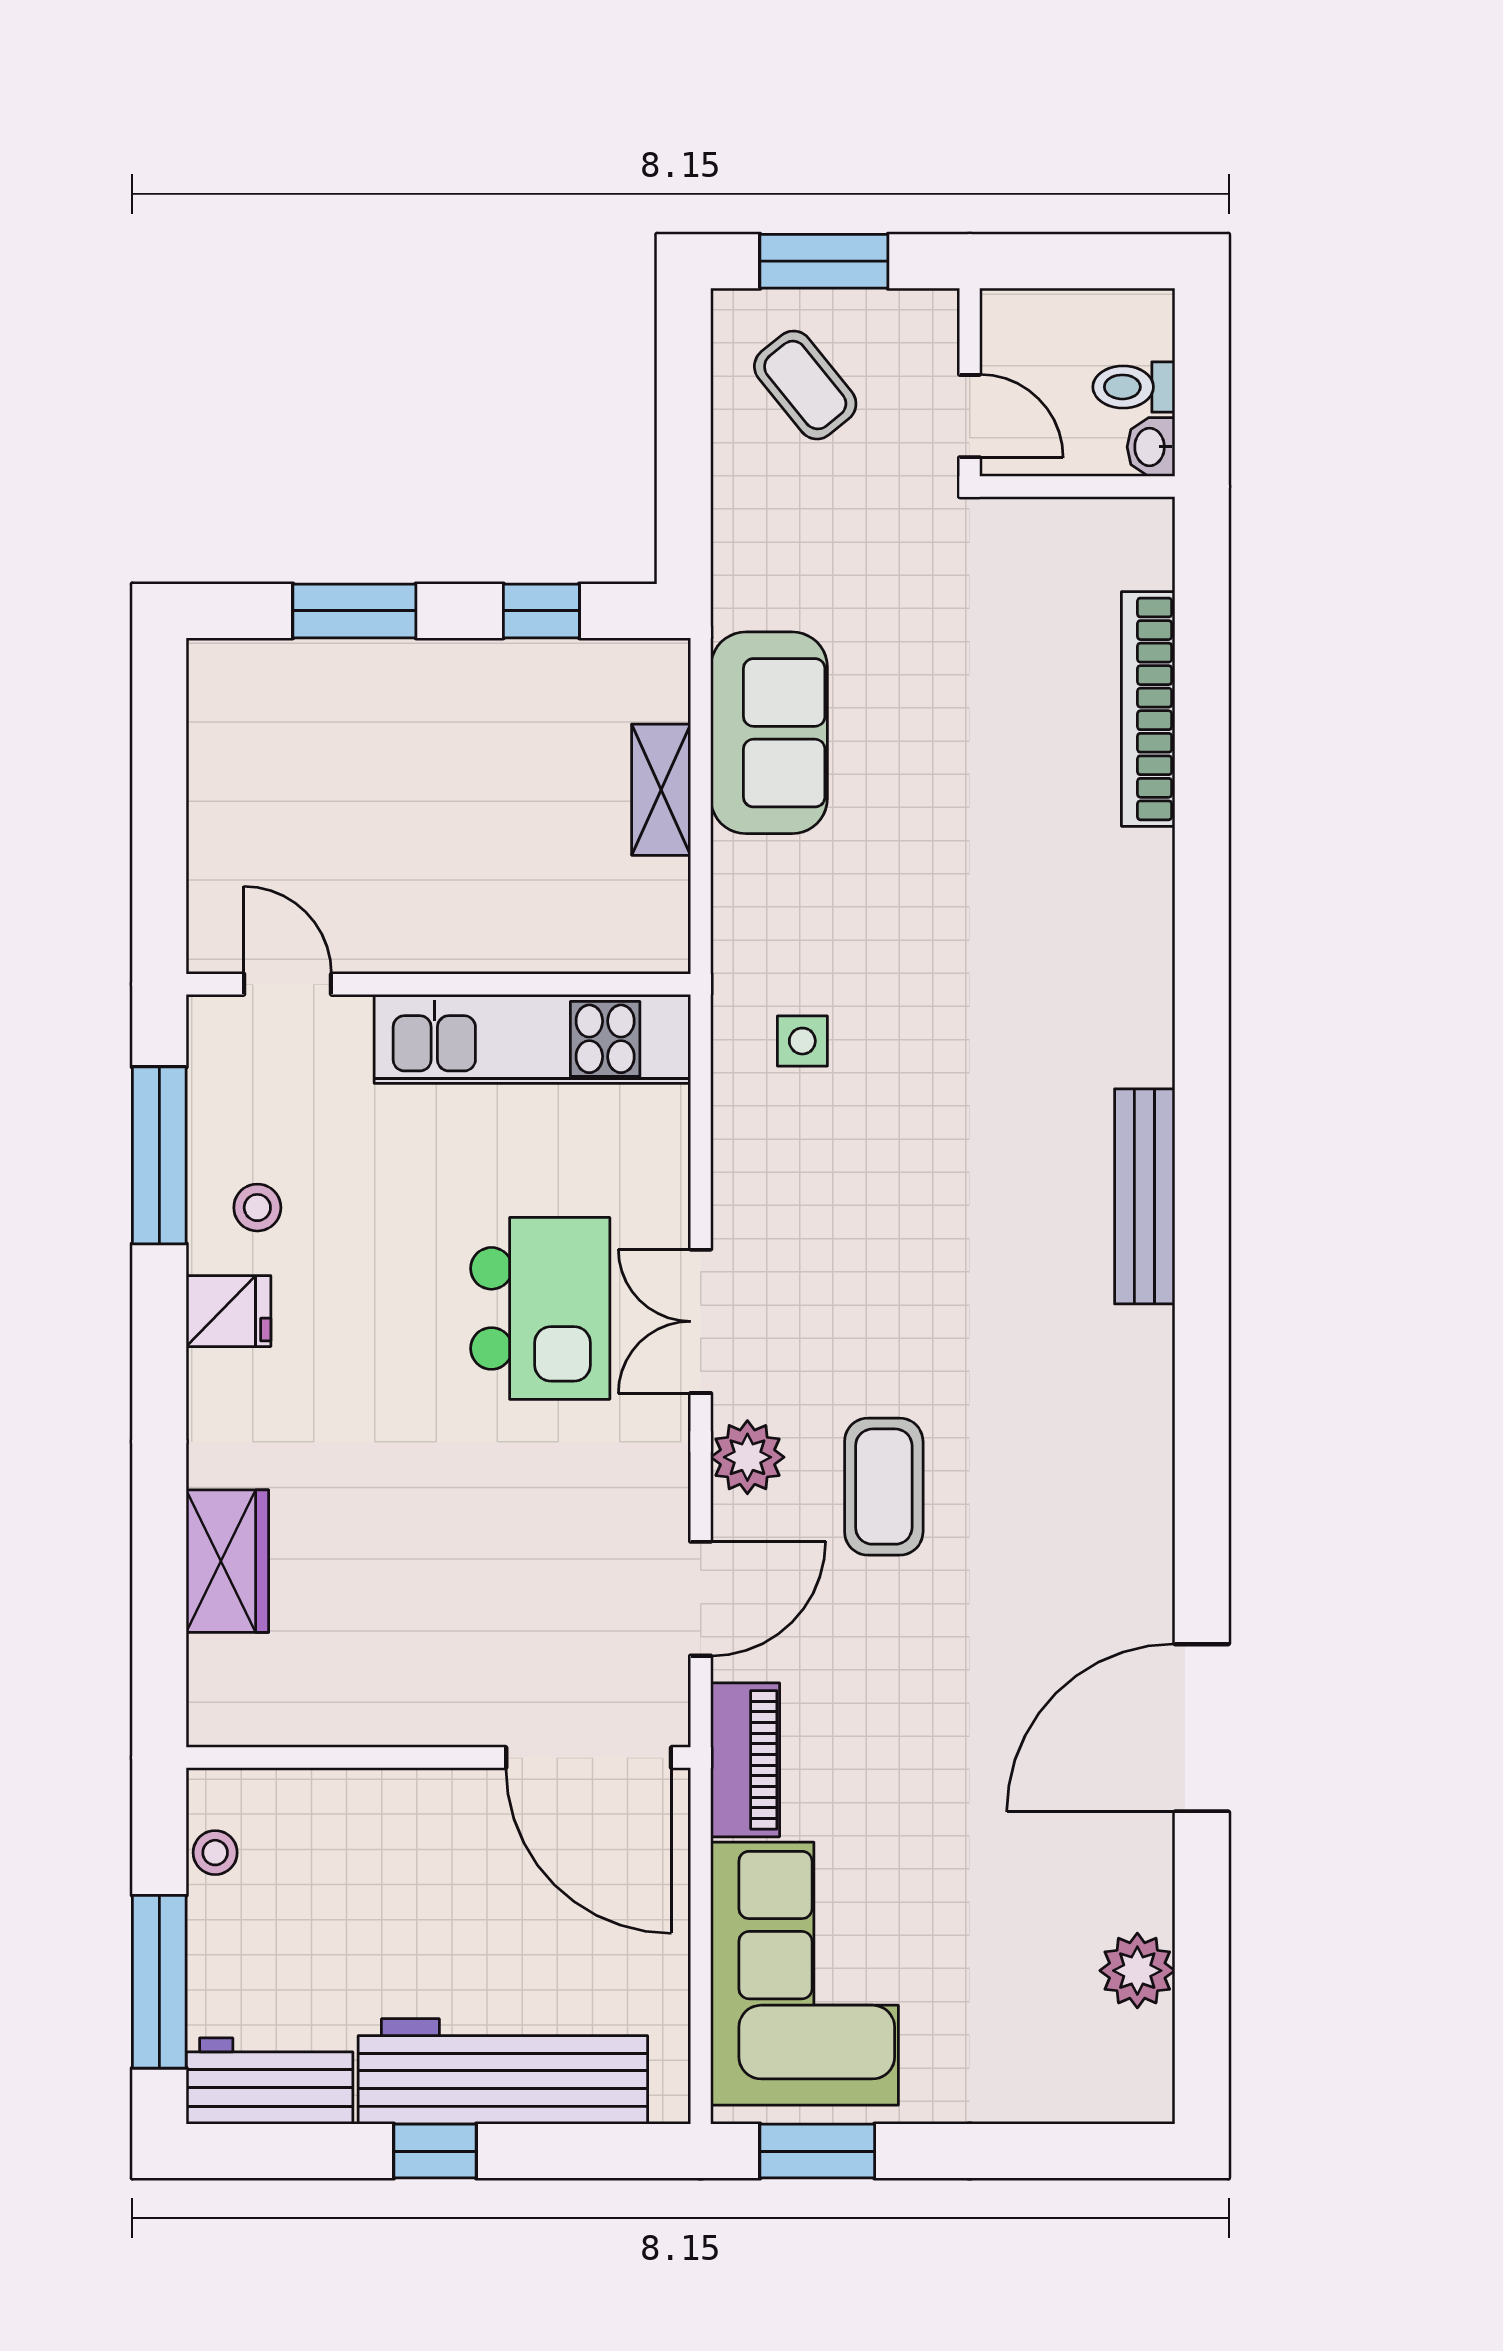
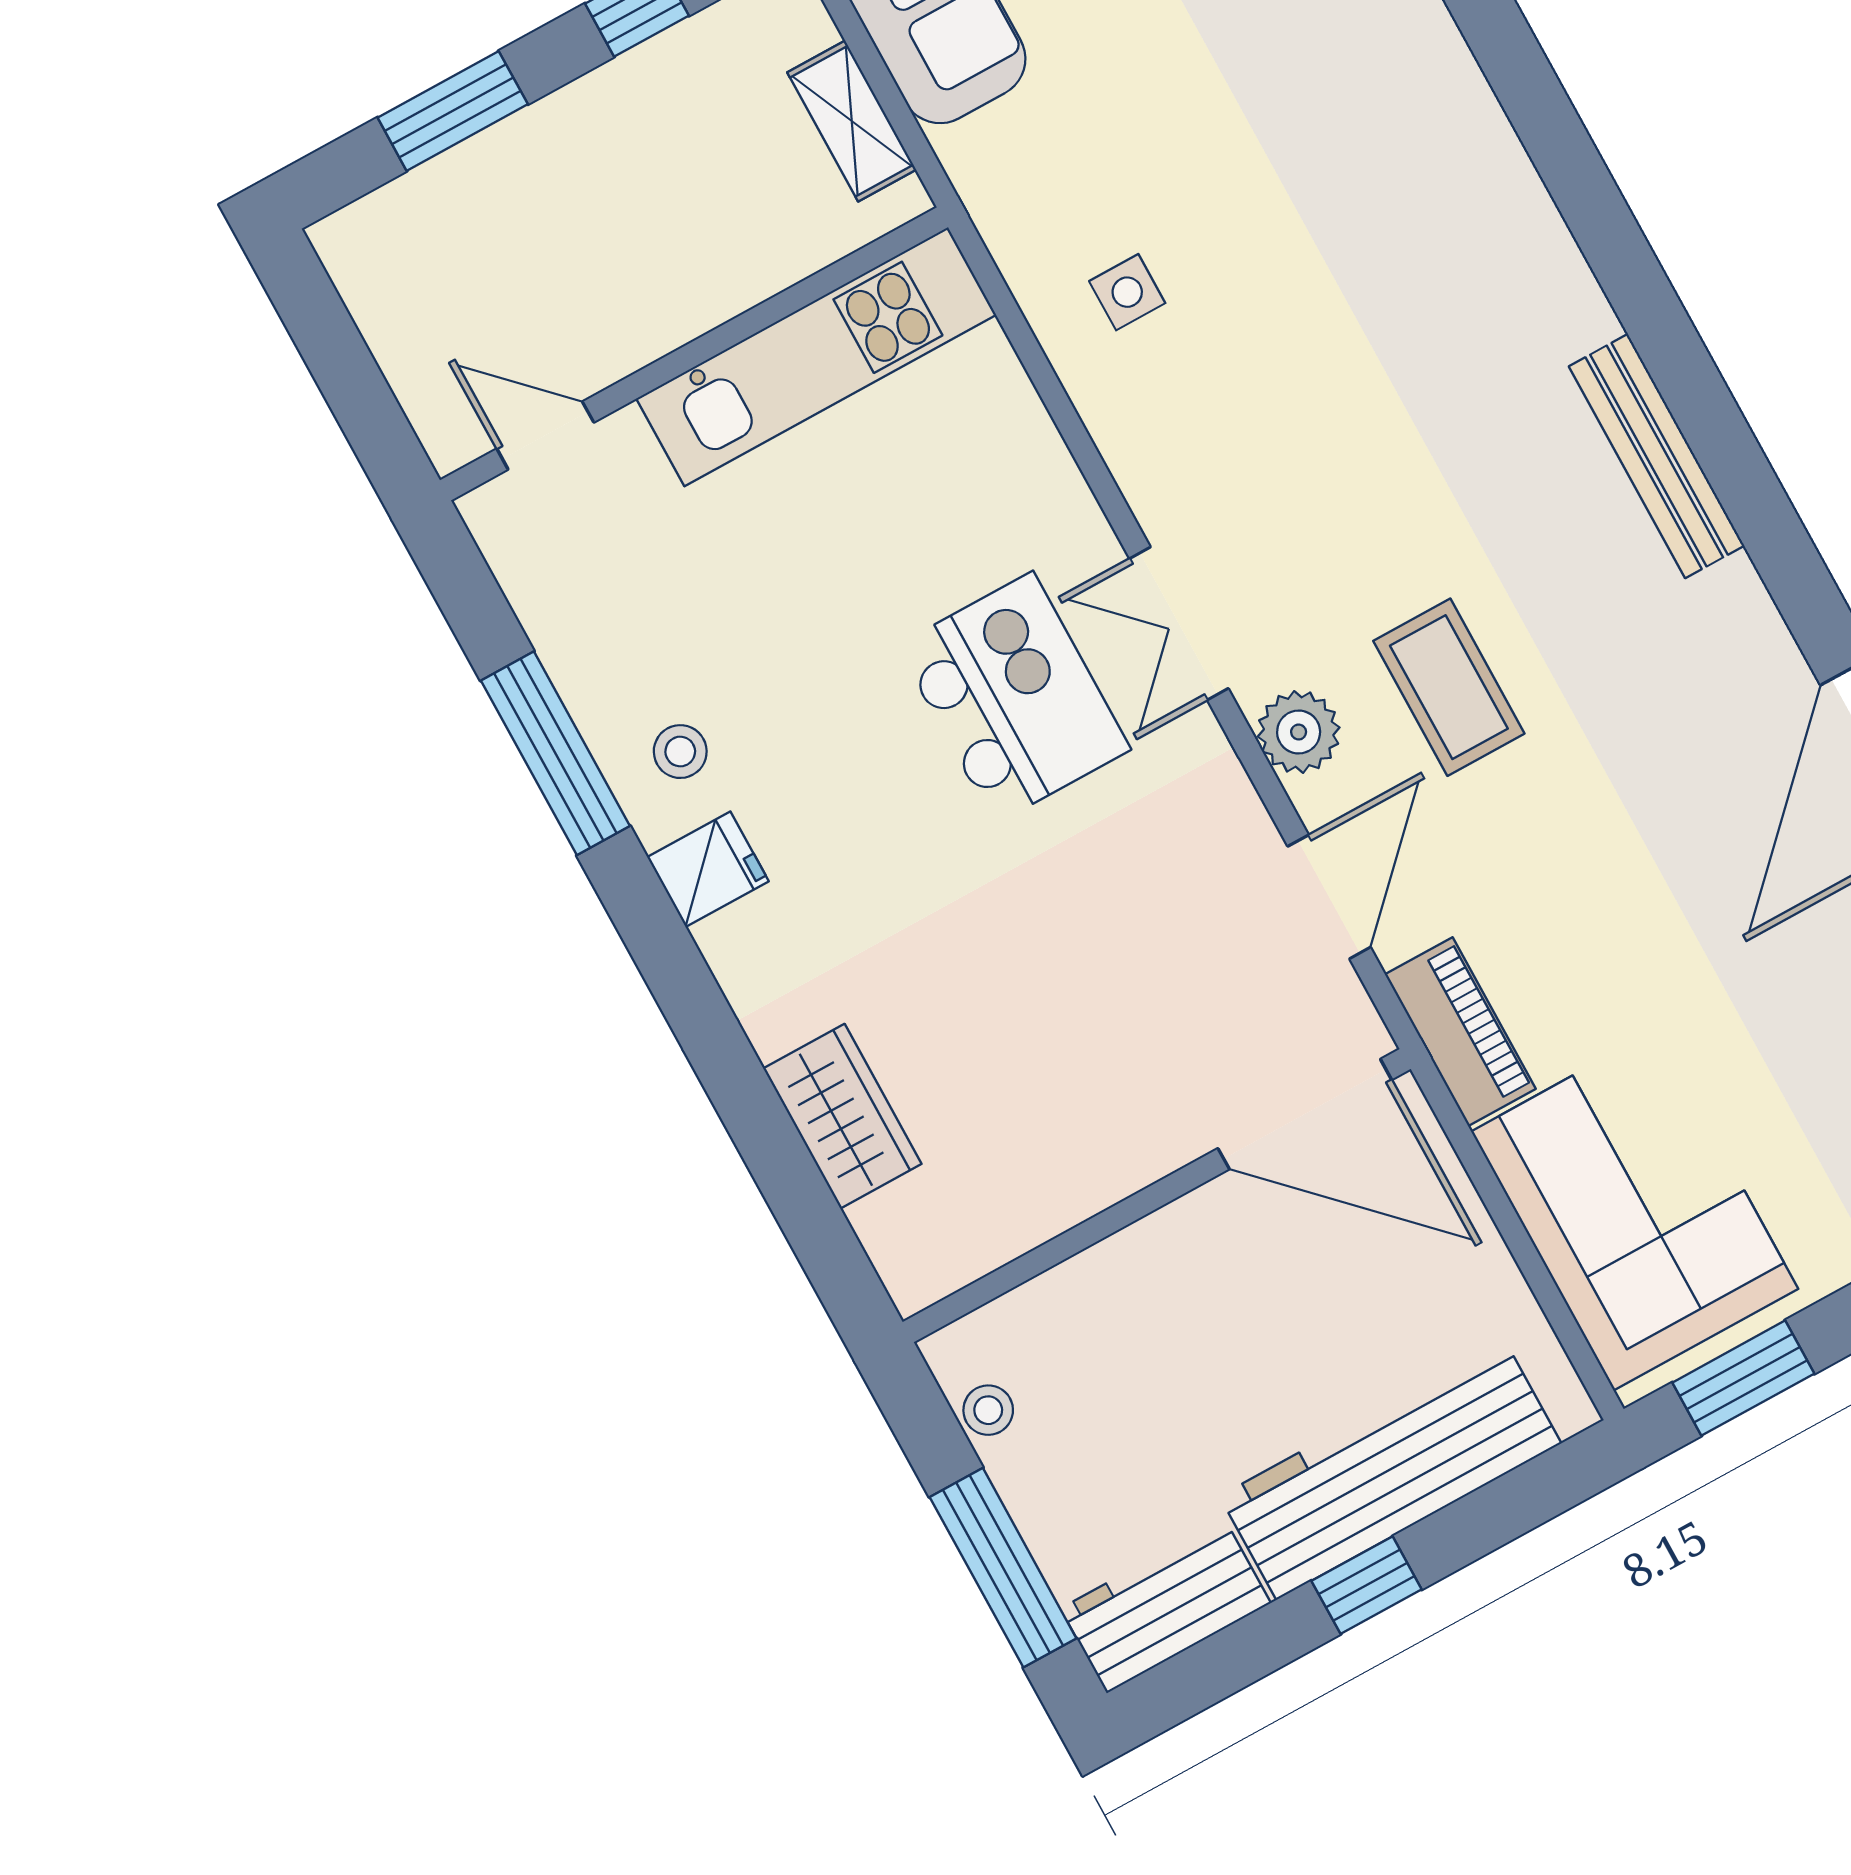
door: (288, 984) -> (545, 435), moved
wall: (438, 984) -> (694, 354), moved
kitchen unit: (532, 1039) -> (816, 357), moved
bench: (1145, 1196) -> (1657, 456), moved

